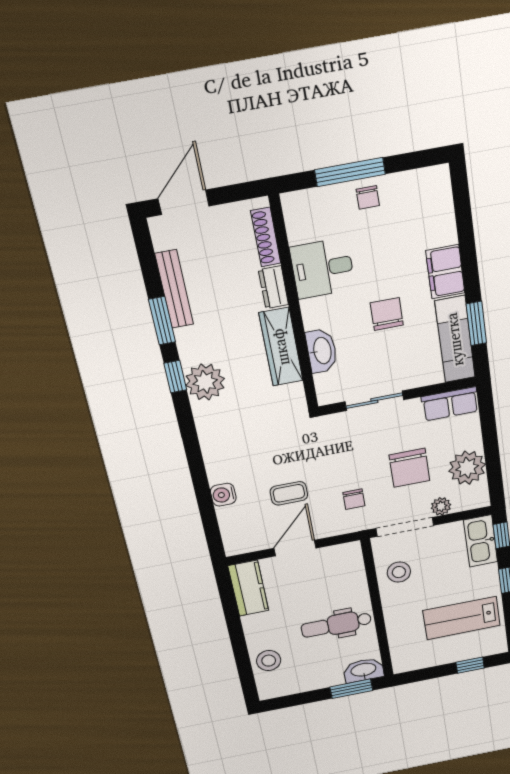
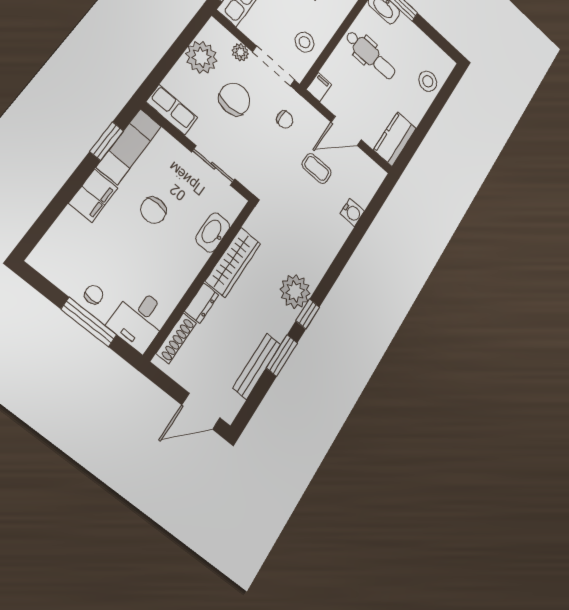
desk: (323, 268) -> (139, 319), moved, turned 90
chair: (354, 499) -> (285, 120), turned 90
filing cabinet: (352, 554) -> (319, 87), added

